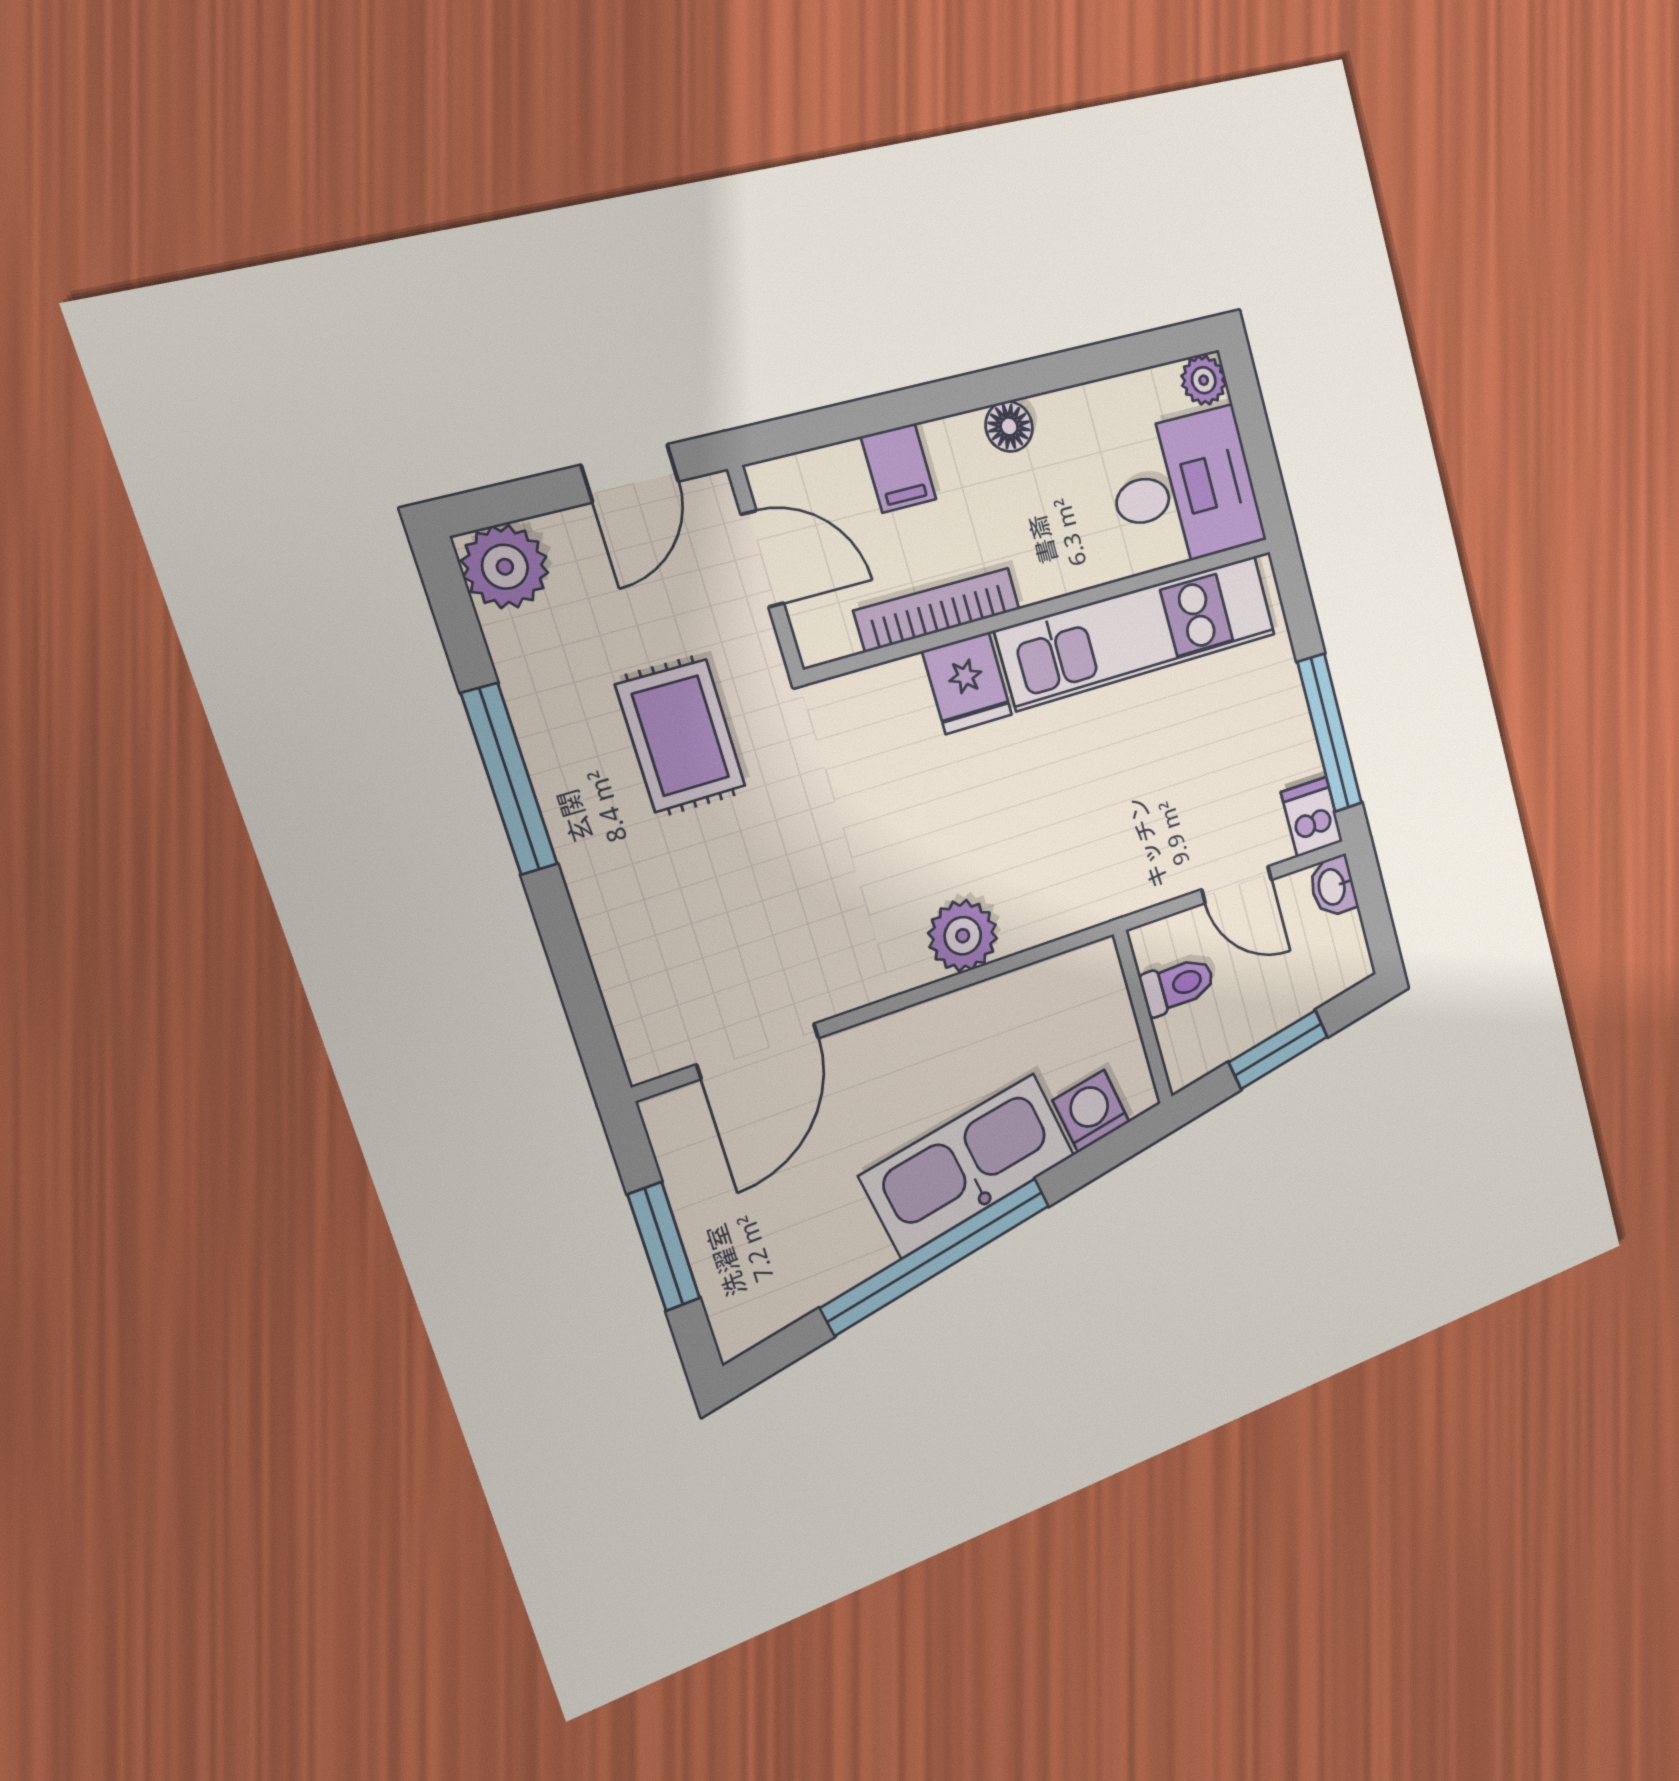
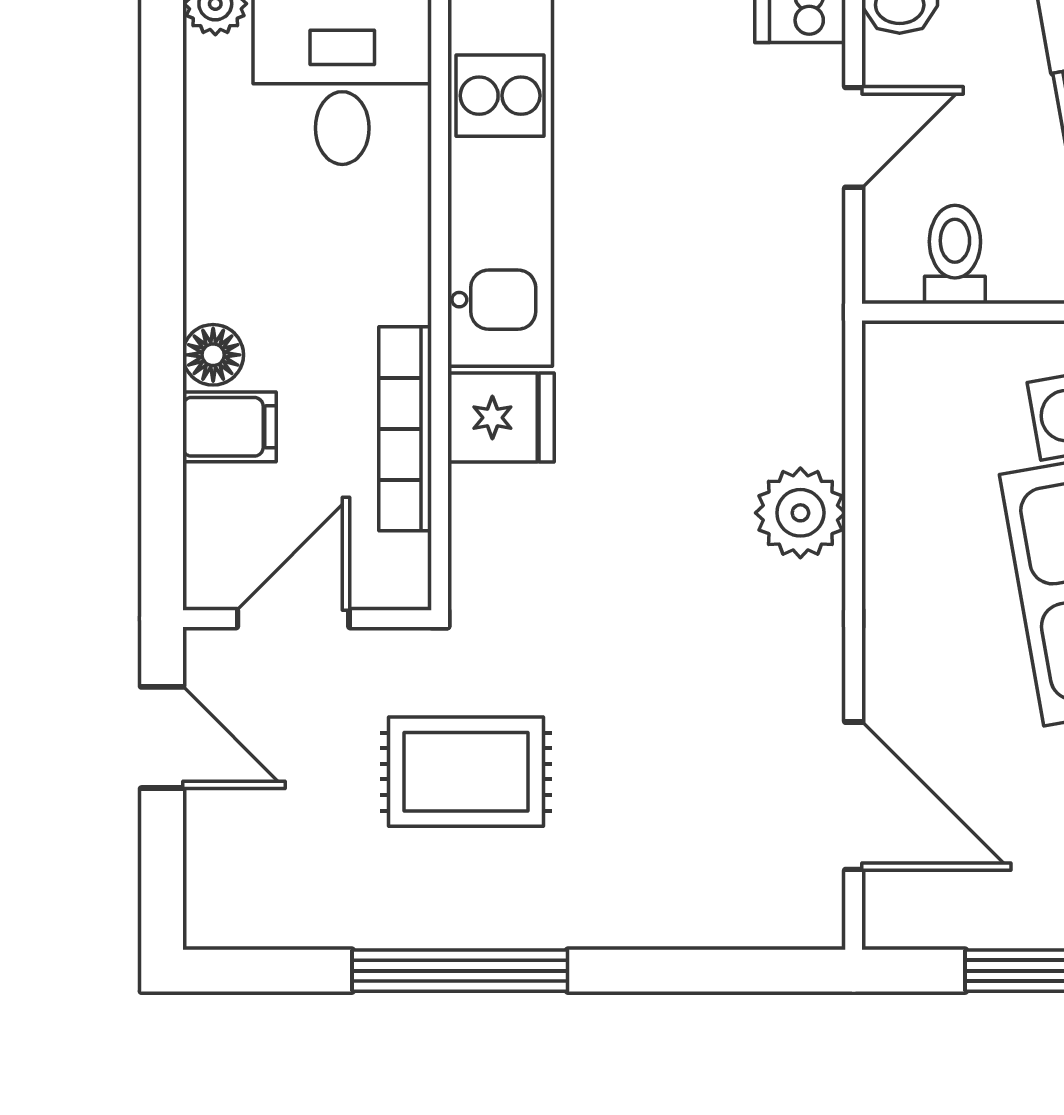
floor lamp: (1009, 426) -> (213, 355), moved
plant: (505, 567) -> (230, 903), removed

